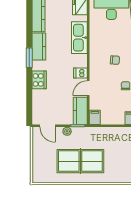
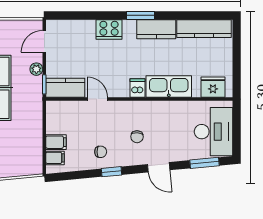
dishwasher: (80, 73) -> (137, 88), moved
filing cabinet: (95, 117) -> (56, 142), moved

